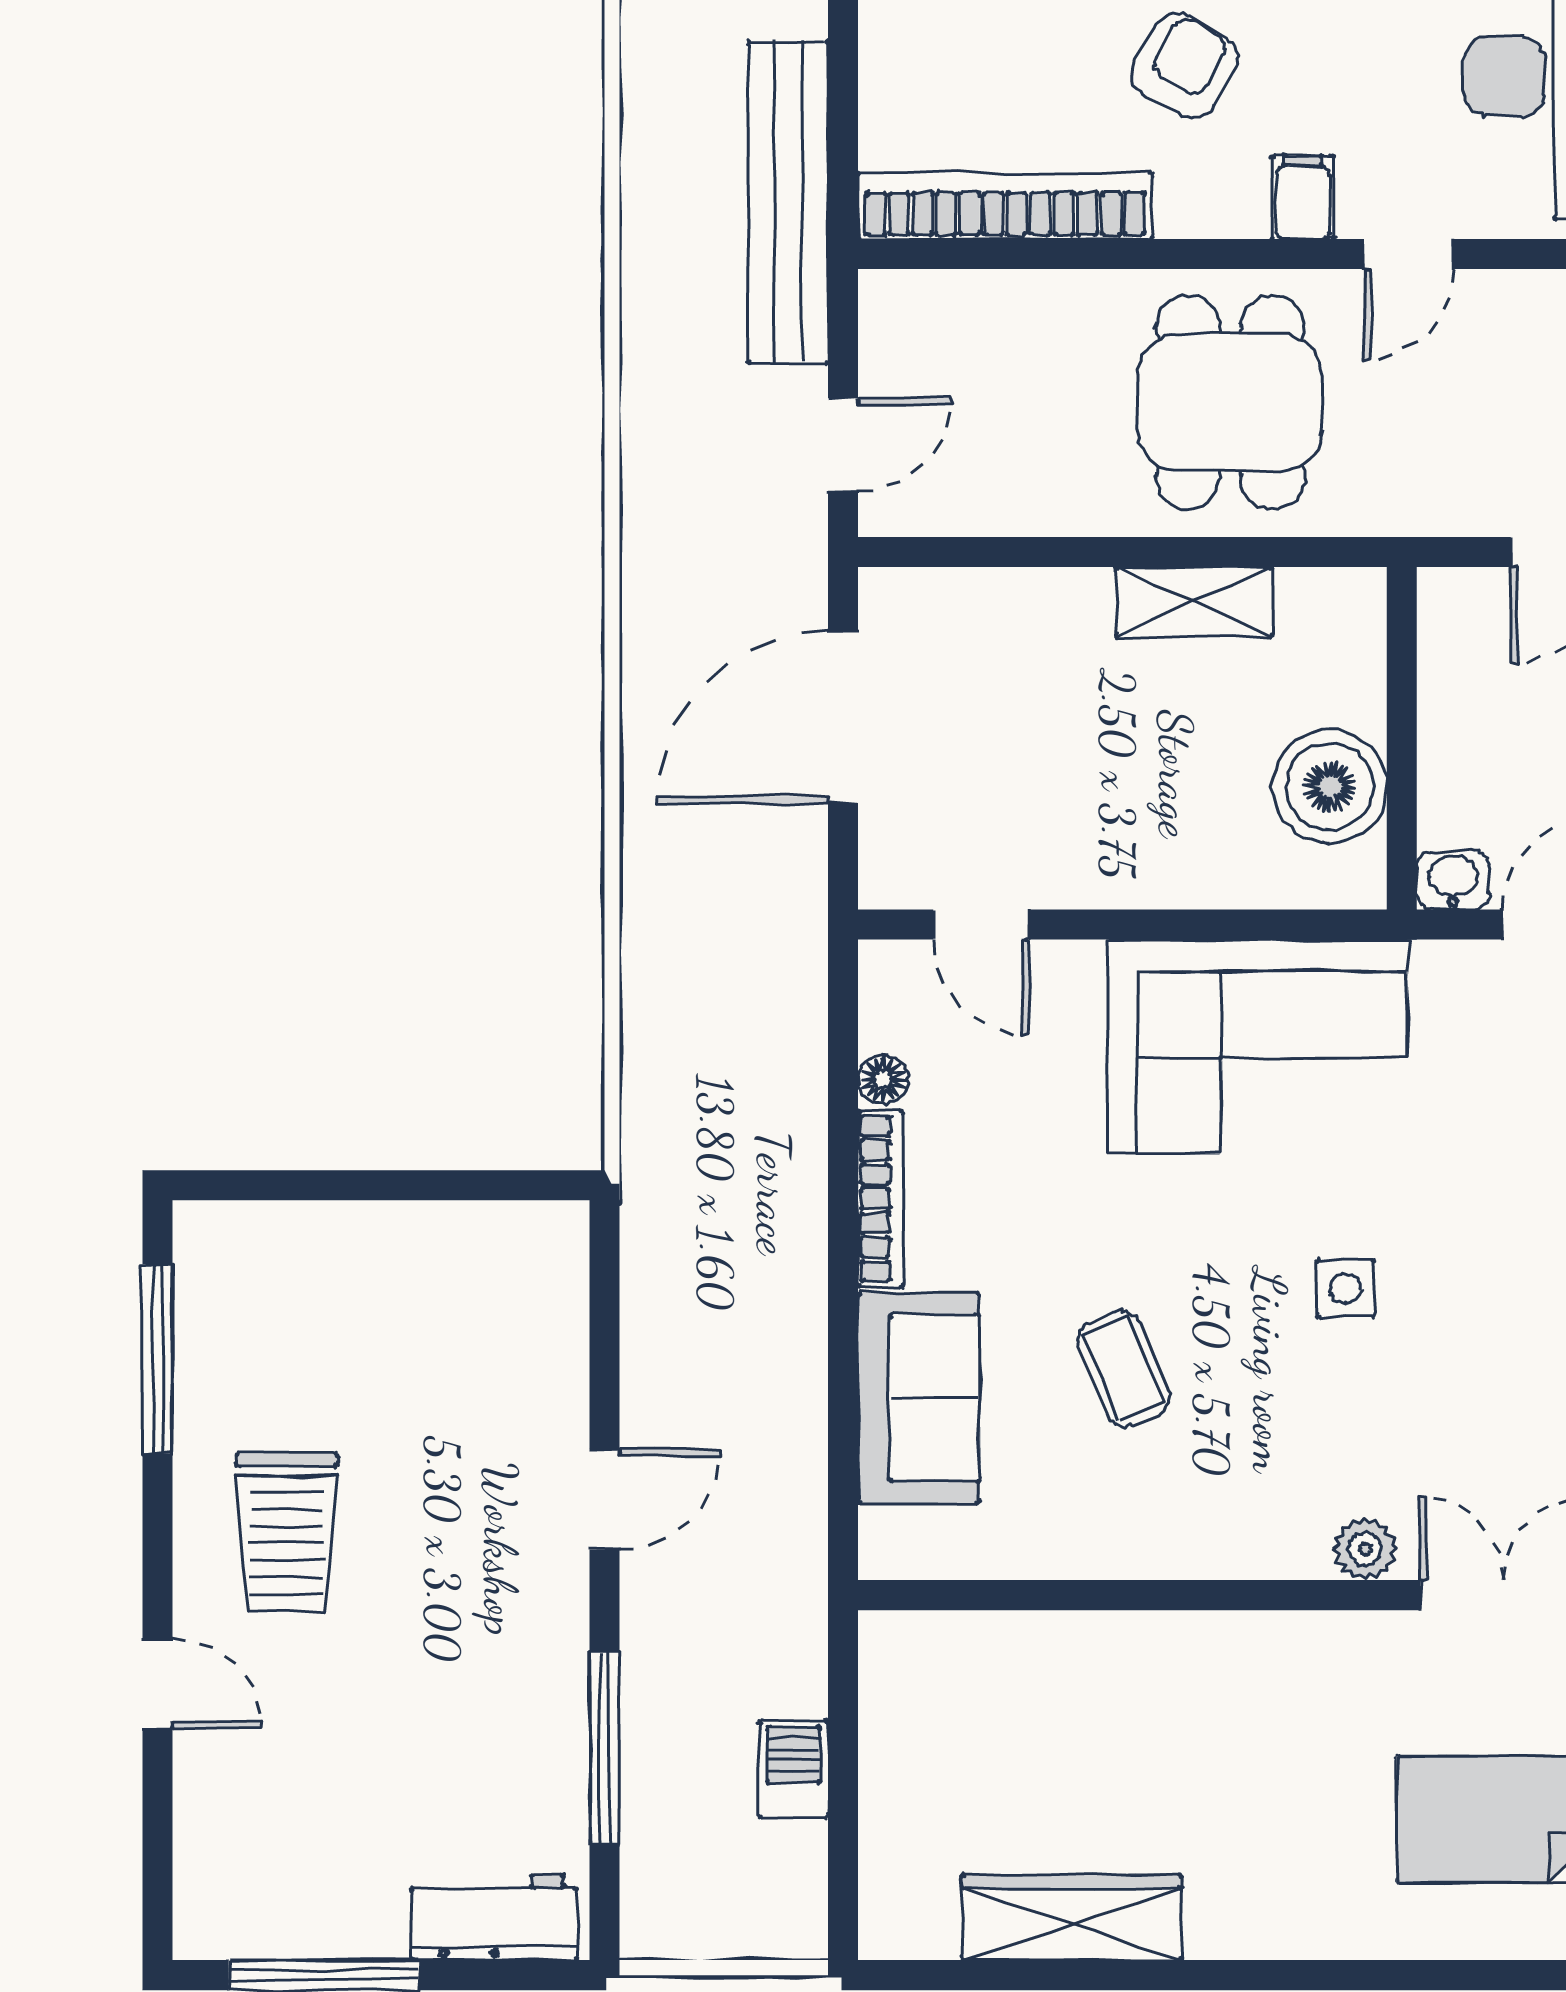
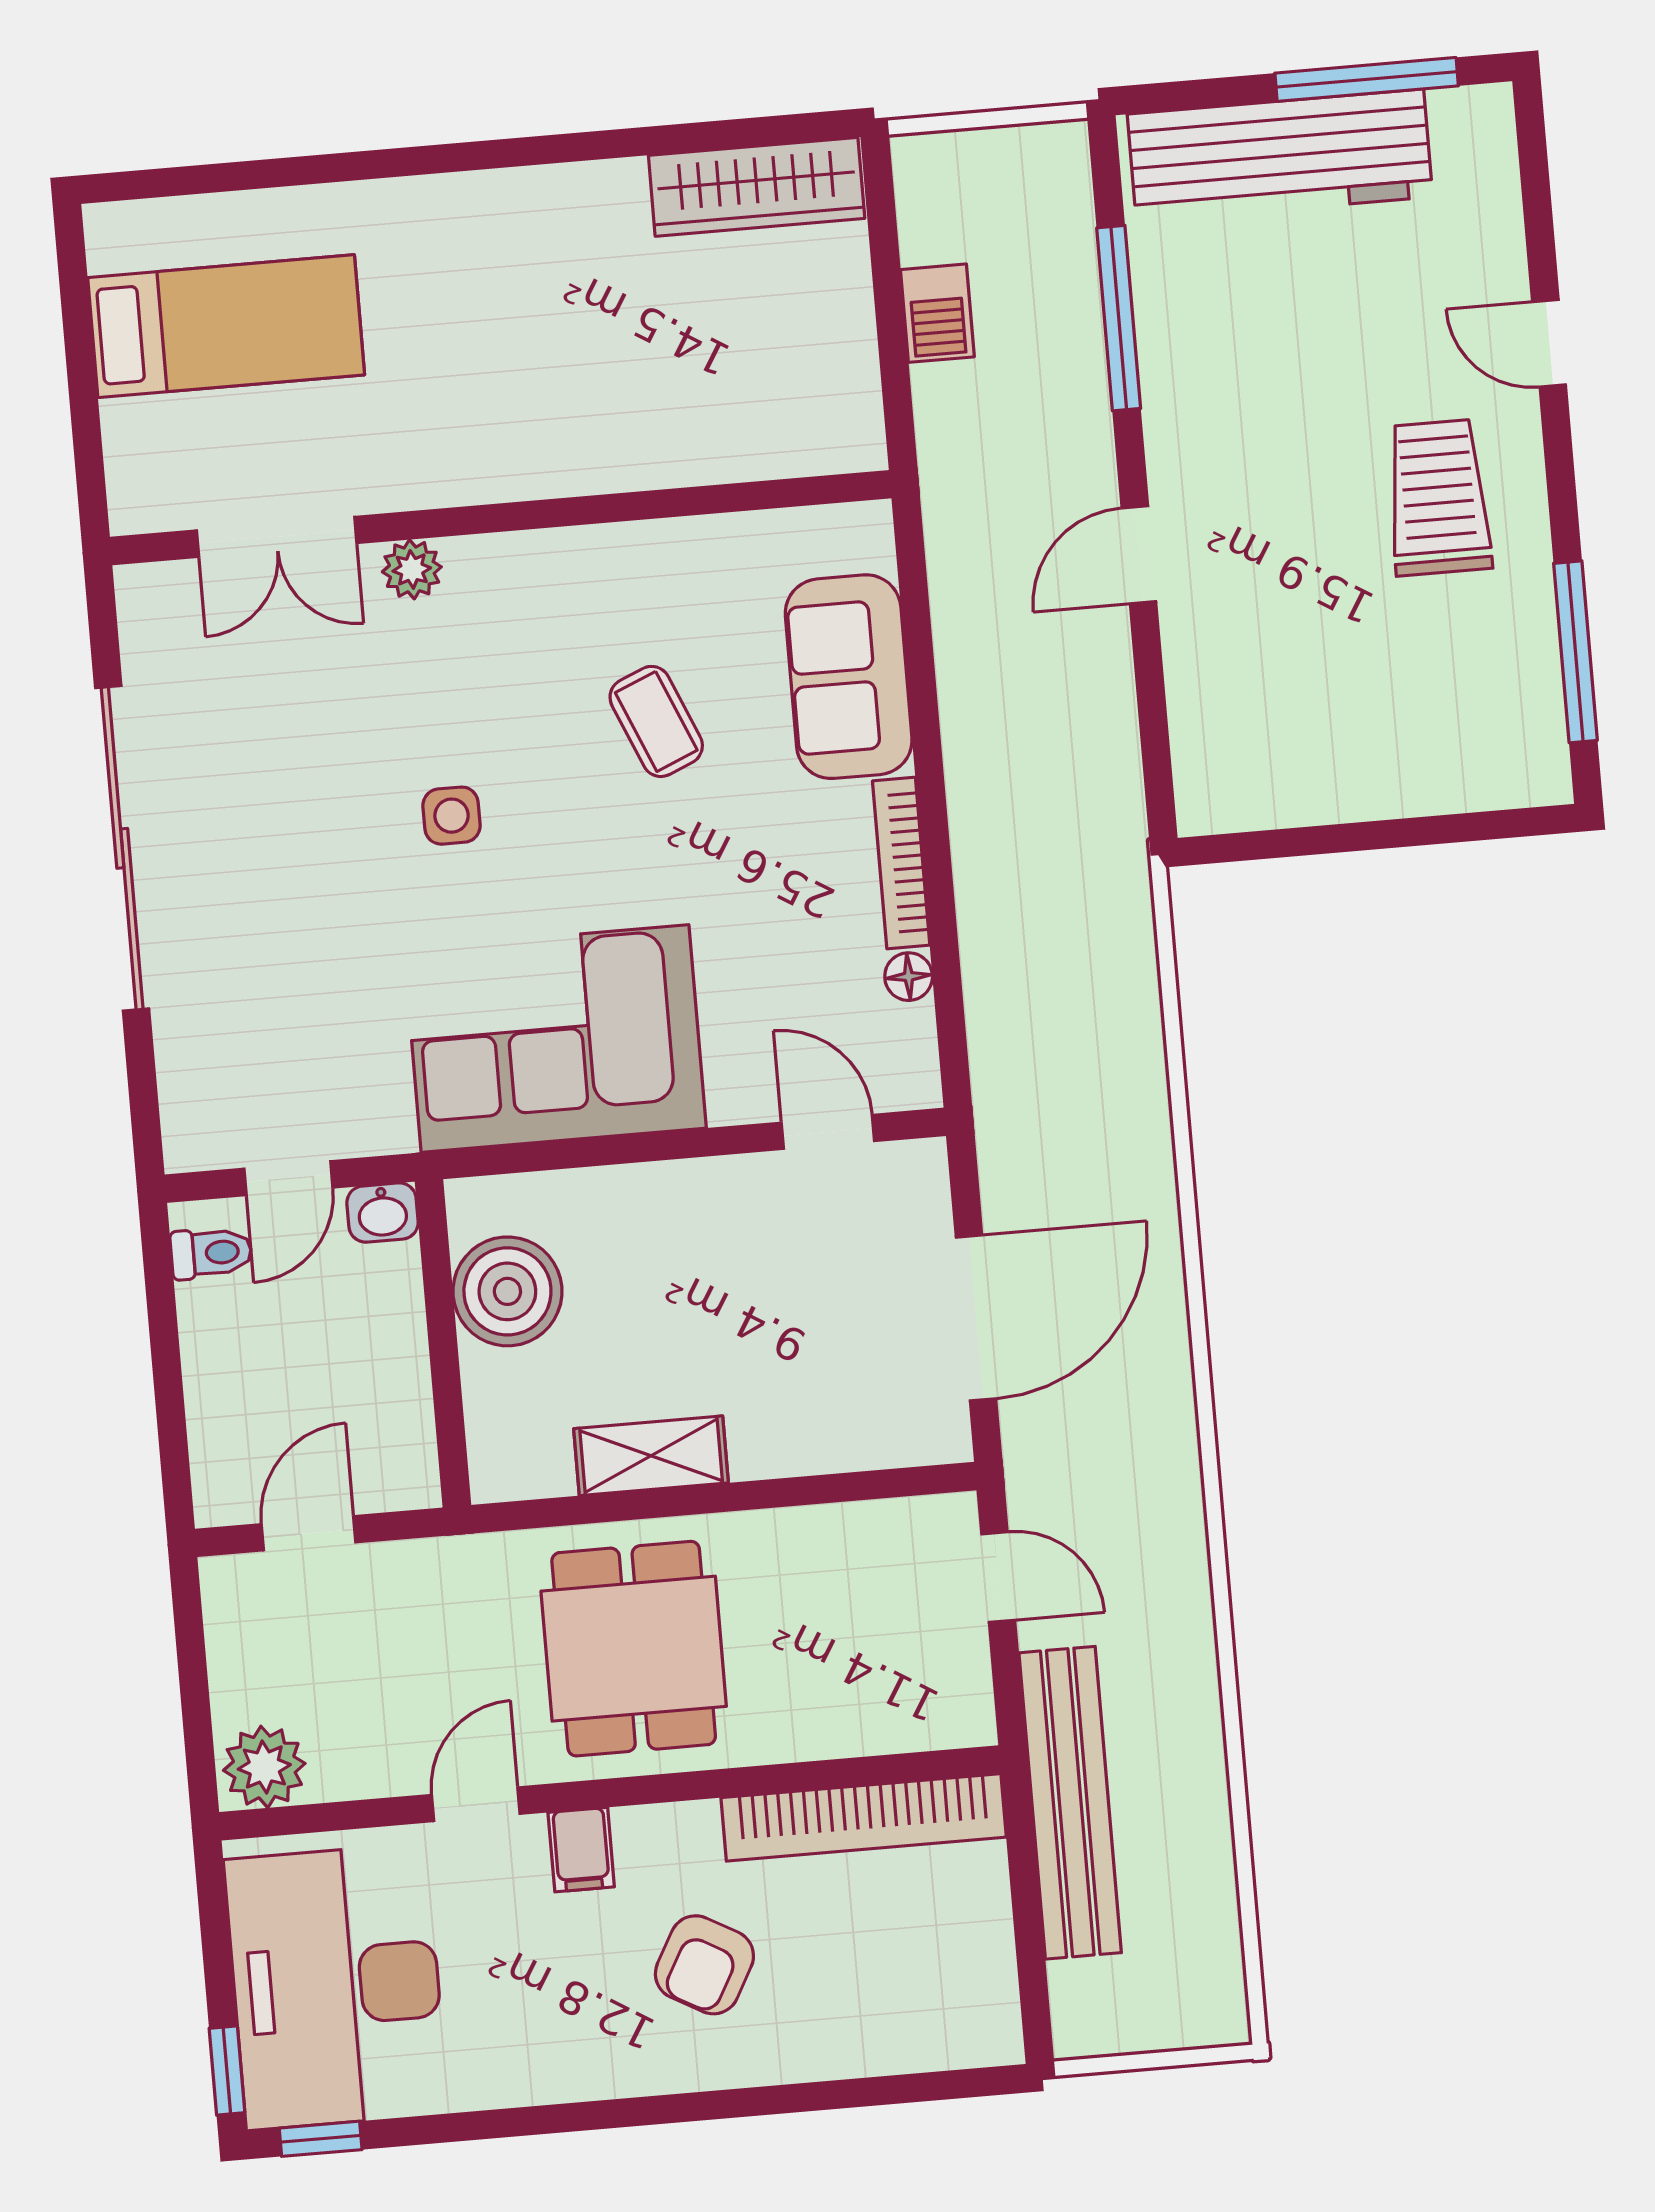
door: (843, 445) -> (998, 1577), swing flipped
workbench: (494, 1917) -> (1280, 156), width x1.88, depth x1.32
wardrobe: (1072, 1918) -> (757, 187), moved

